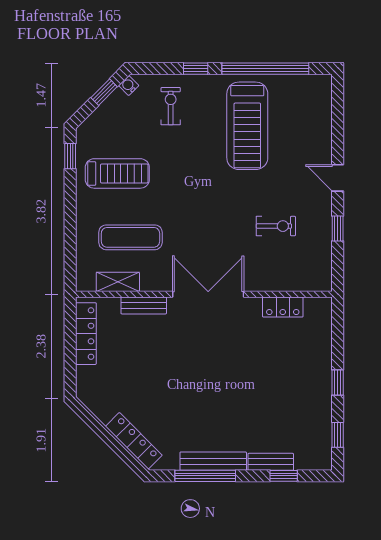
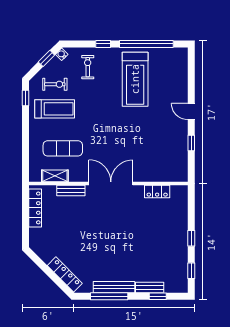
exercise bike: (276, 226) -> (55, 84), moved

